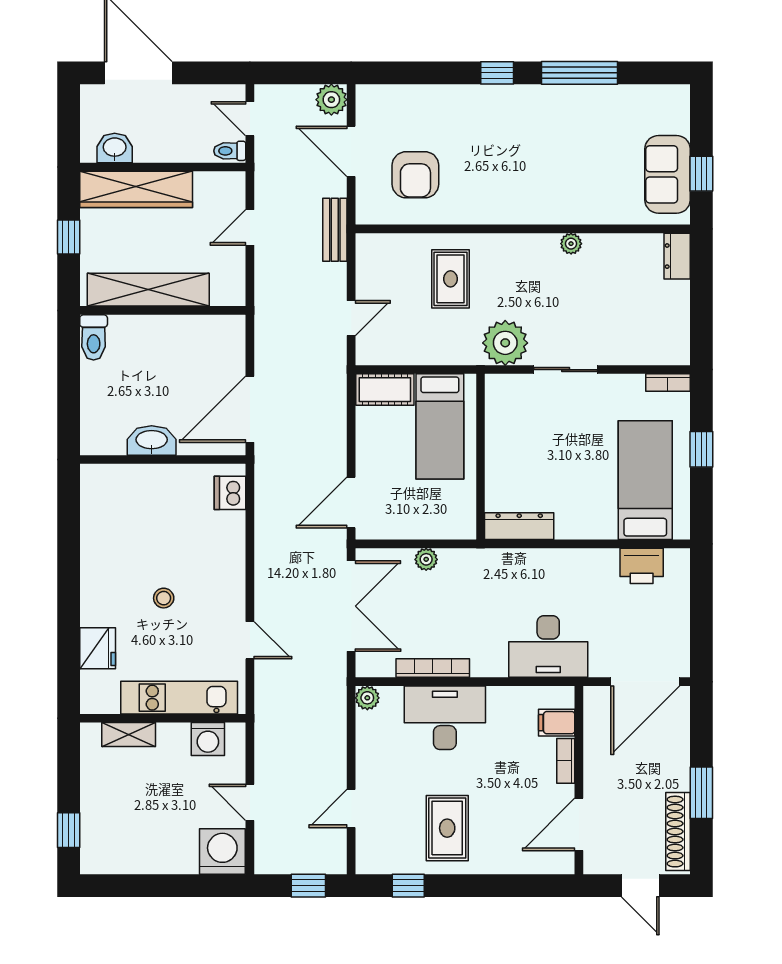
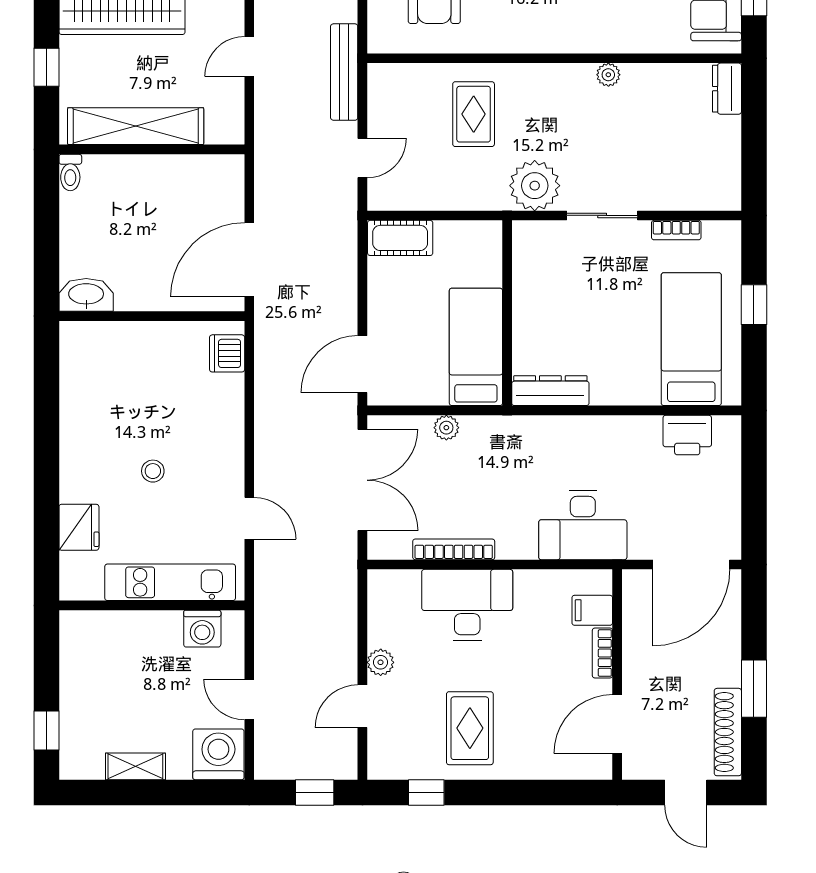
bench: (335, 230) -> (344, 72), width x1.36
toilet: (94, 337) -> (70, 173), width x0.73, depth x0.72
bookcase: (668, 383) -> (676, 230), moved
bed: (440, 426) -> (476, 347), moved, turned 180
washbasin: (152, 441) -> (86, 295), moved
plant: (367, 698) -> (381, 662), moved
shelving: (129, 735) -> (135, 766), moved

